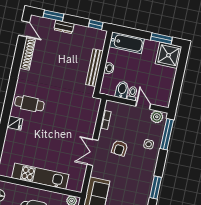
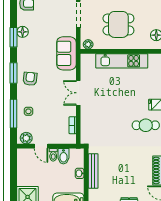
window: (167, 134) -> (14, 114), moved
armchair: (120, 148) -> (30, 79), moved
double door: (93, 152) -> (78, 93), swing flipped

